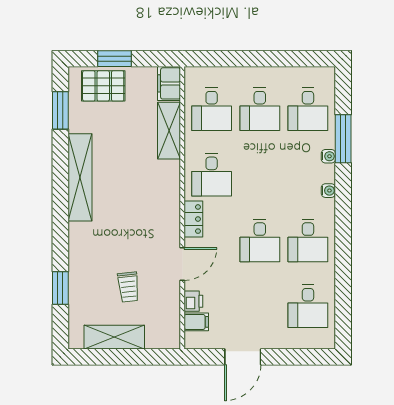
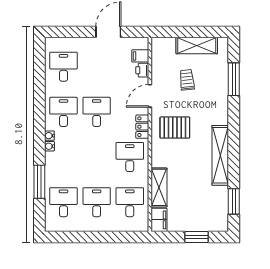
pallet: (103, 86) -> (175, 128), moved
water cooler: (328, 156) -> (49, 136), moved
window: (60, 288) -> (234, 79), width x1.44

